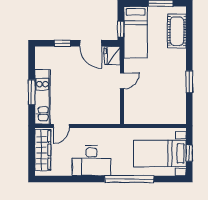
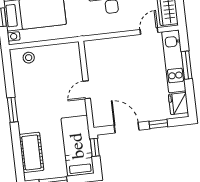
fridge: (112, 56) -> (178, 103), moved, turned 180
window: (189, 82) -> (12, 110), moved
stool: (170, 115) -> (29, 58), added

